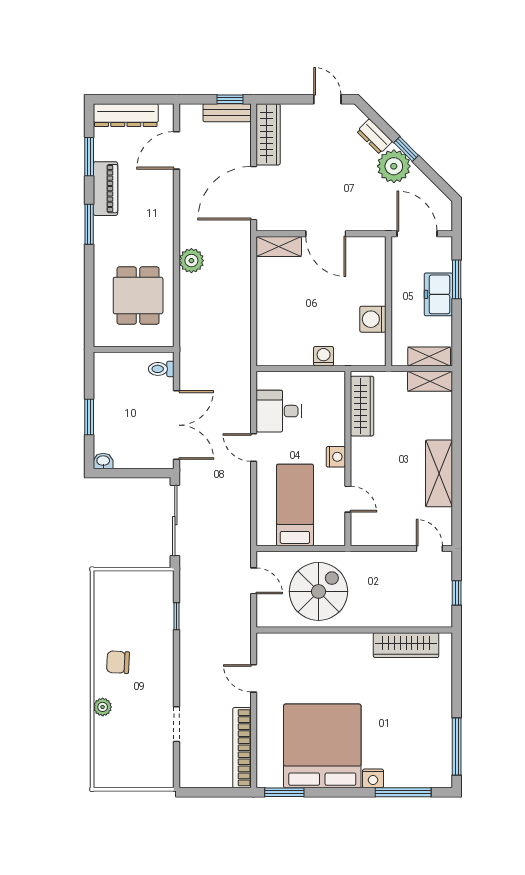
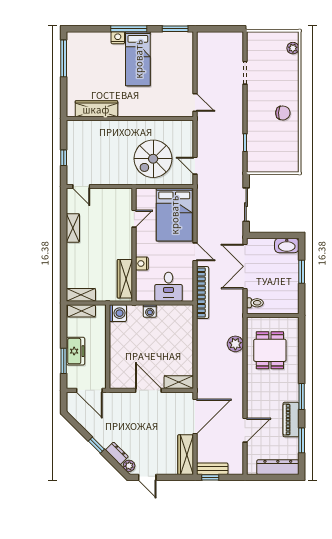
door: (177, 150) -> (245, 430), moved
plant: (394, 166) -> (129, 466), moved, width x0.53, depth x0.53
plant: (191, 261) -> (235, 344), moved
washing machine: (373, 319) -> (118, 313), moved
desk: (279, 411) -> (169, 287), moved, turned 90
nightstand: (336, 457) -> (142, 264), moved
washbasin: (103, 461) -> (287, 245), width x1.91, depth x1.45
shelving: (439, 473) -> (73, 228), width x0.67, depth x0.75
door: (348, 499) -> (134, 219), swing flipped
bed: (295, 505) -> (174, 215), width x1.50
sliding door: (175, 521) -> (246, 205), width x0.73
wall: (354, 630) -> (130, 119), moved
wardrobe: (406, 645) -> (96, 109), moved
plant: (103, 707) -> (293, 48), moved
bed: (322, 746) -> (138, 59), width x0.49
bookcase: (242, 748) -> (203, 293), moved
window: (403, 792) -> (129, 29), moved

